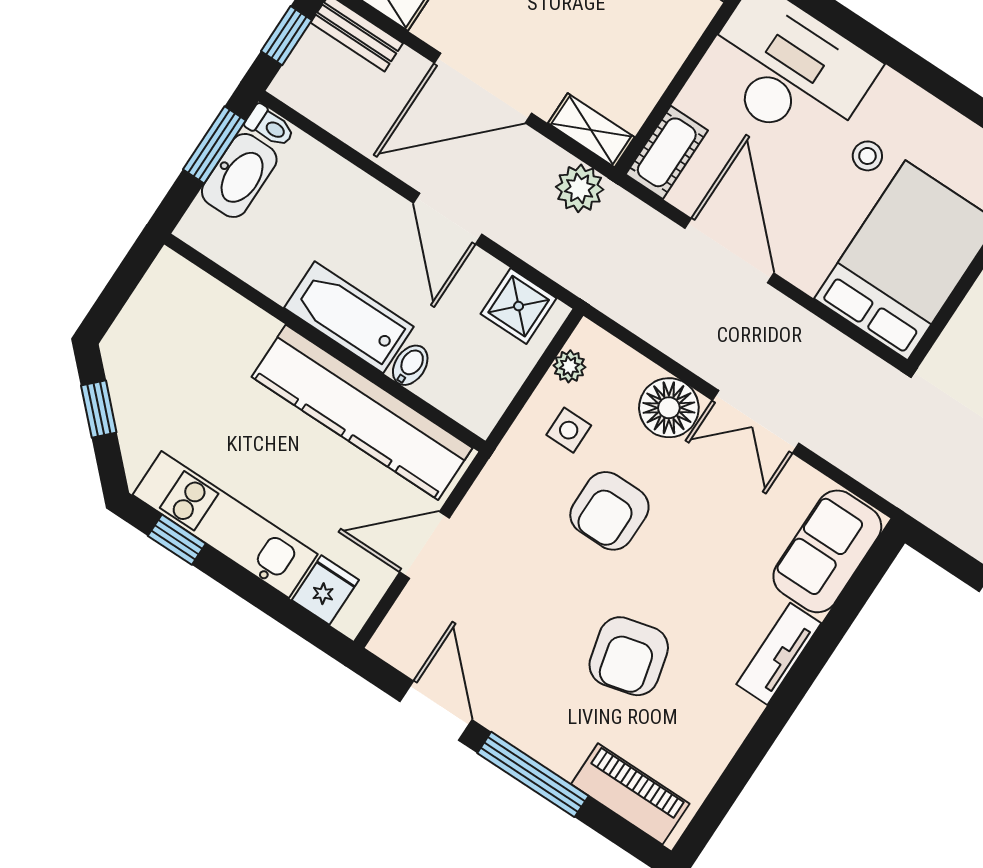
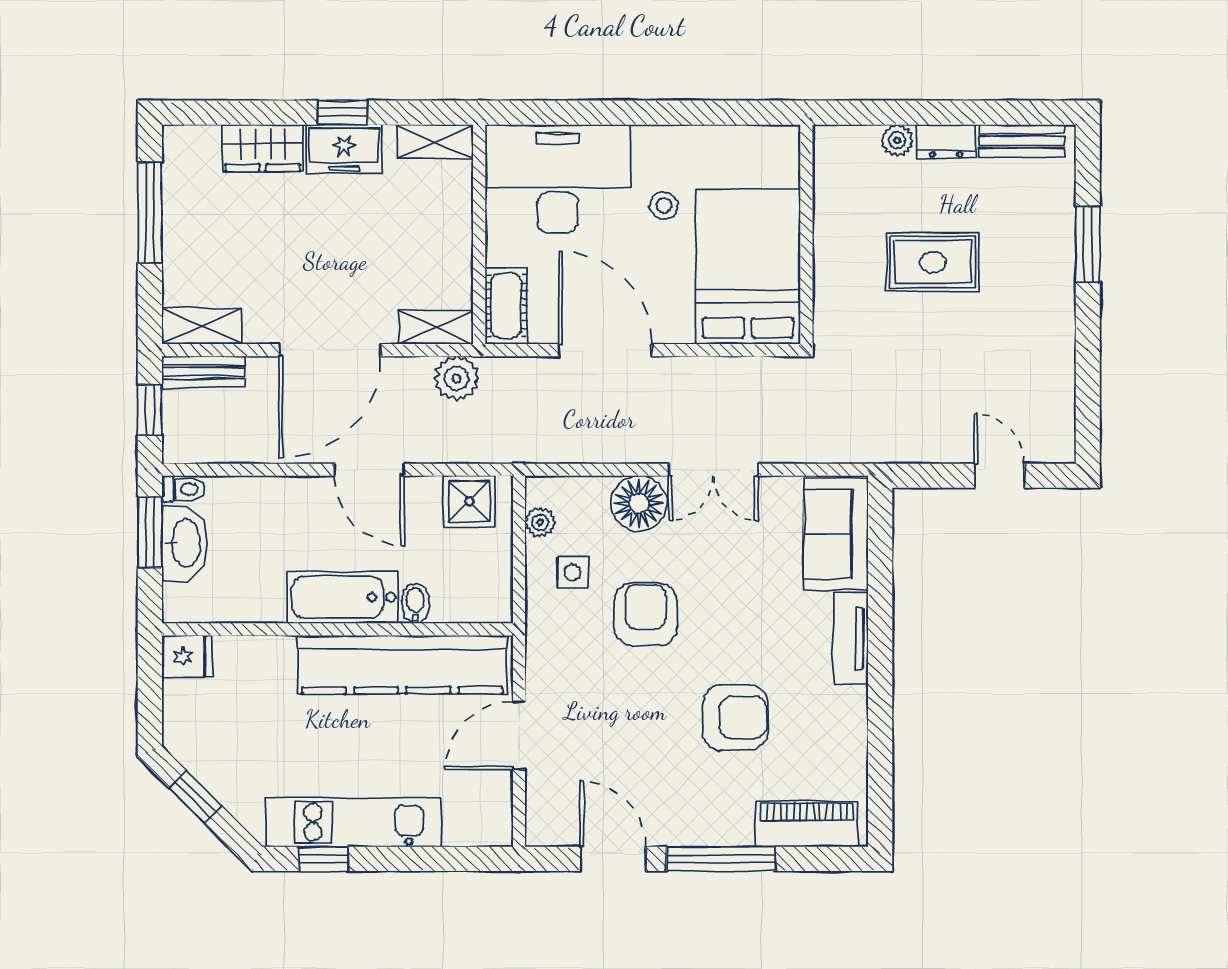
armchair: (609, 511) -> (645, 614), turned 180
fridge: (325, 590) -> (187, 656), moved, turned 90
armchair: (629, 656) -> (735, 718), turned -76

